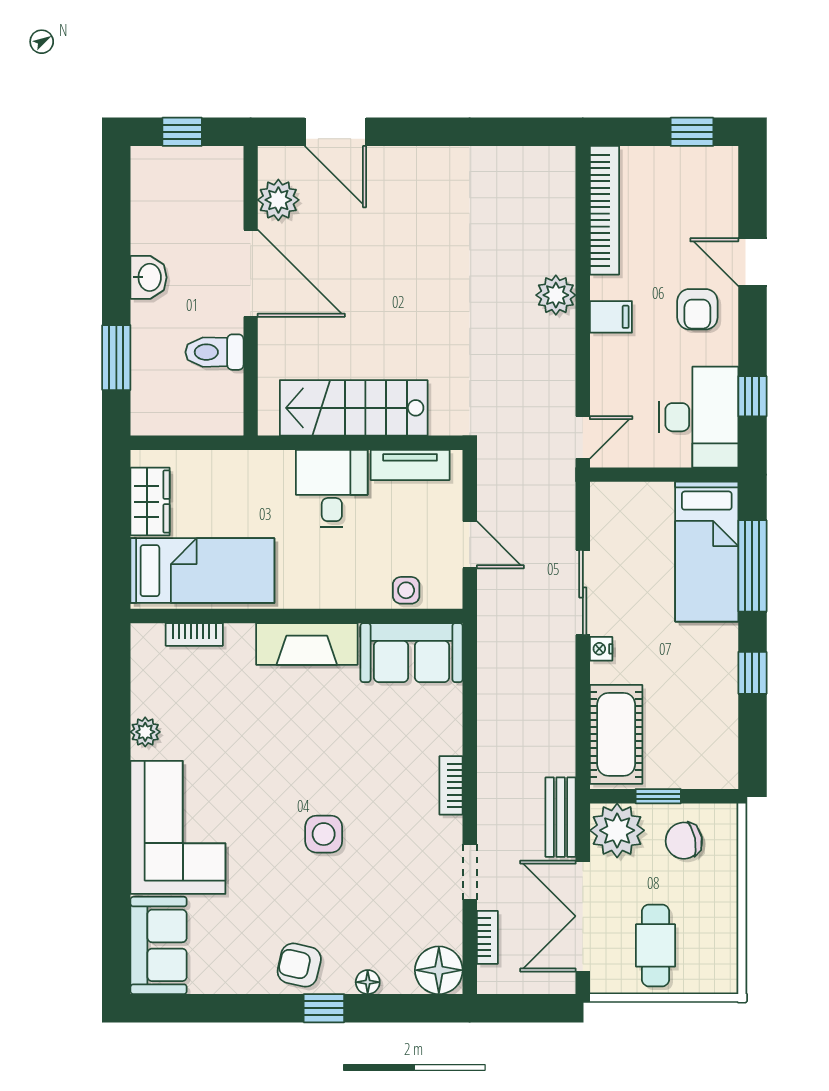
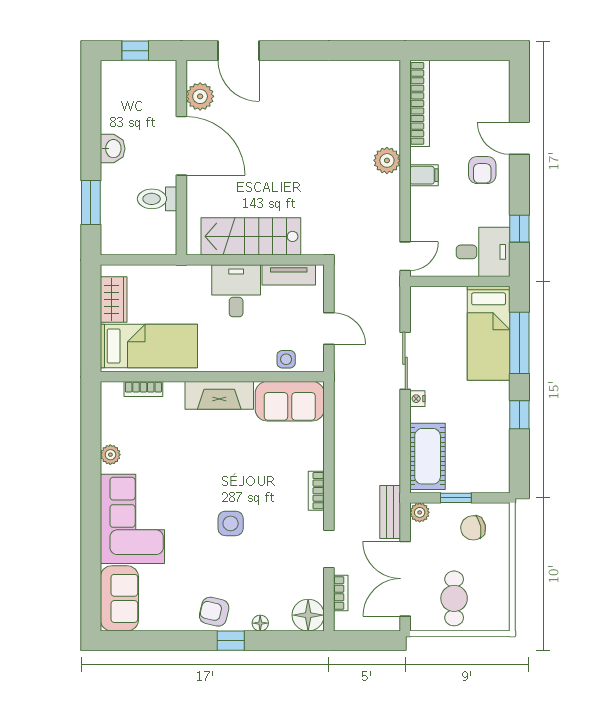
window: (692, 132) -> (479, 51), removed
desk: (699, 417) -> (483, 252), width x0.73
plant: (617, 830) -> (420, 512), width x0.53, depth x0.53

